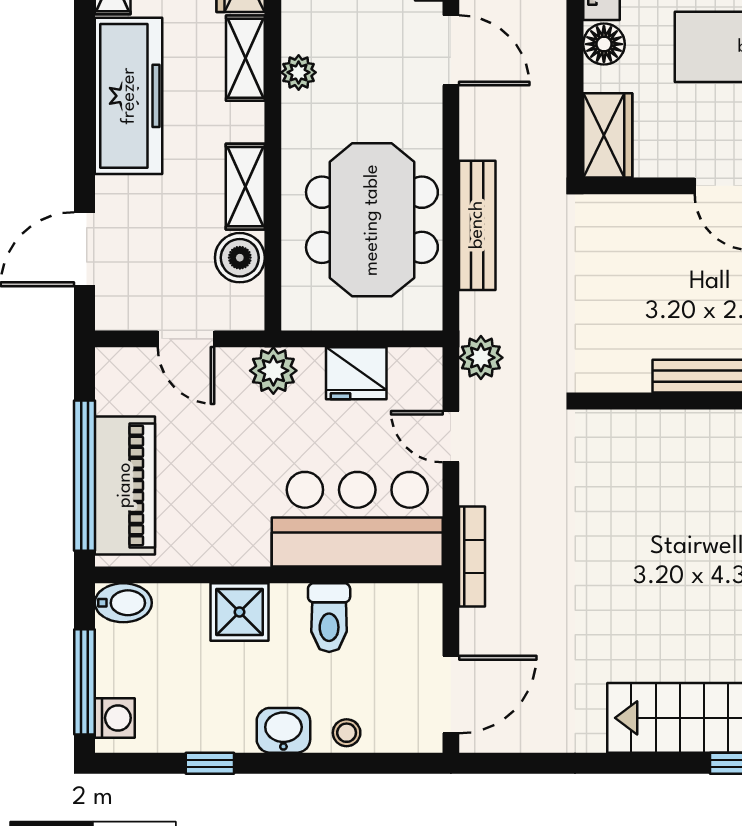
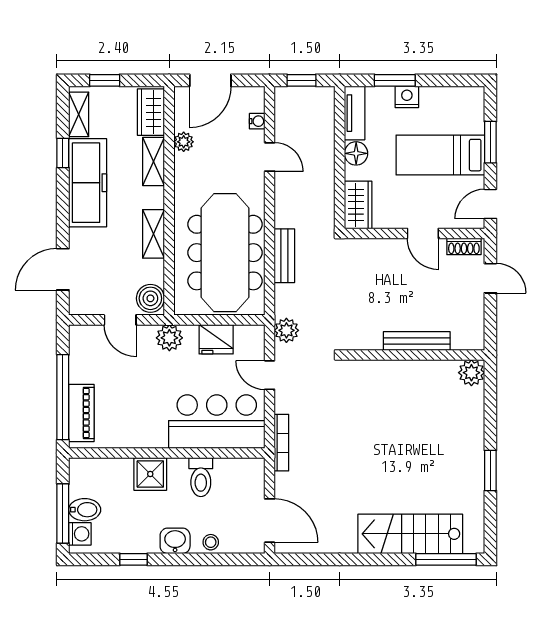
window: (85, 43) -> (63, 153), added
door: (451, 50) -> (270, 157), width x0.73
plant: (299, 72) -> (184, 142), moved
meeting table: (372, 220) -> (225, 253), width x1.36
bench: (477, 225) -> (284, 256), width x0.73
boiler: (240, 258) -> (150, 298), moved
piano: (125, 485) -> (81, 413), width x0.73, depth x0.75
bidet: (123, 603) -> (85, 510), moved
door: (451, 695) -> (270, 521), hinge flipped

